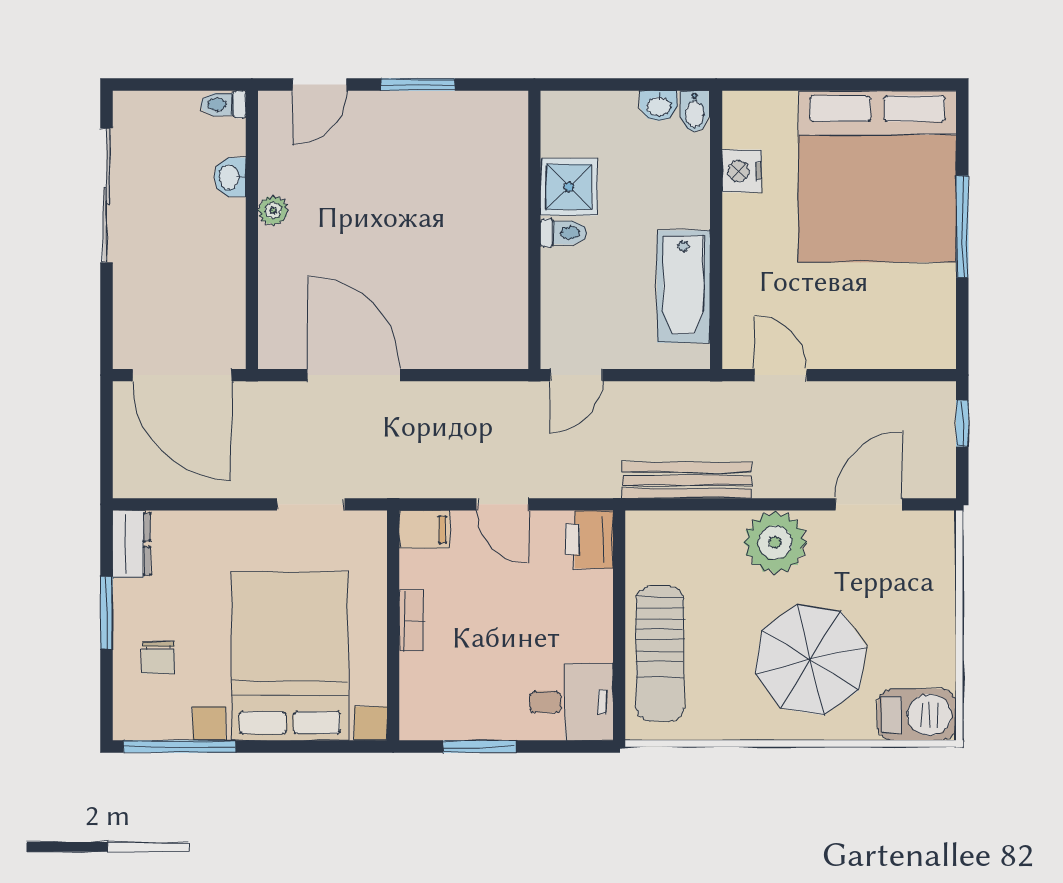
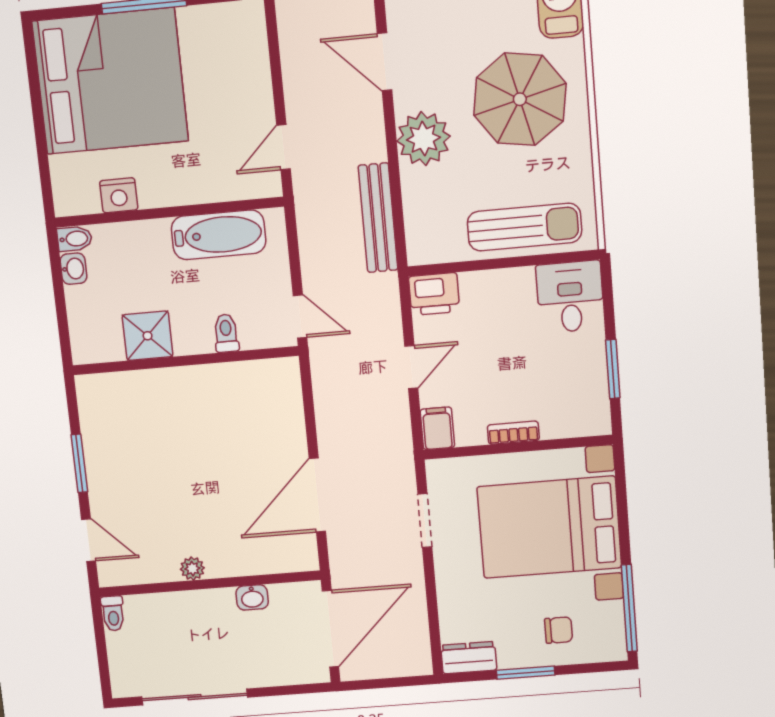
washbasin: (230, 177) -> (252, 597), moved
toilet: (564, 233) -> (226, 333), moved

